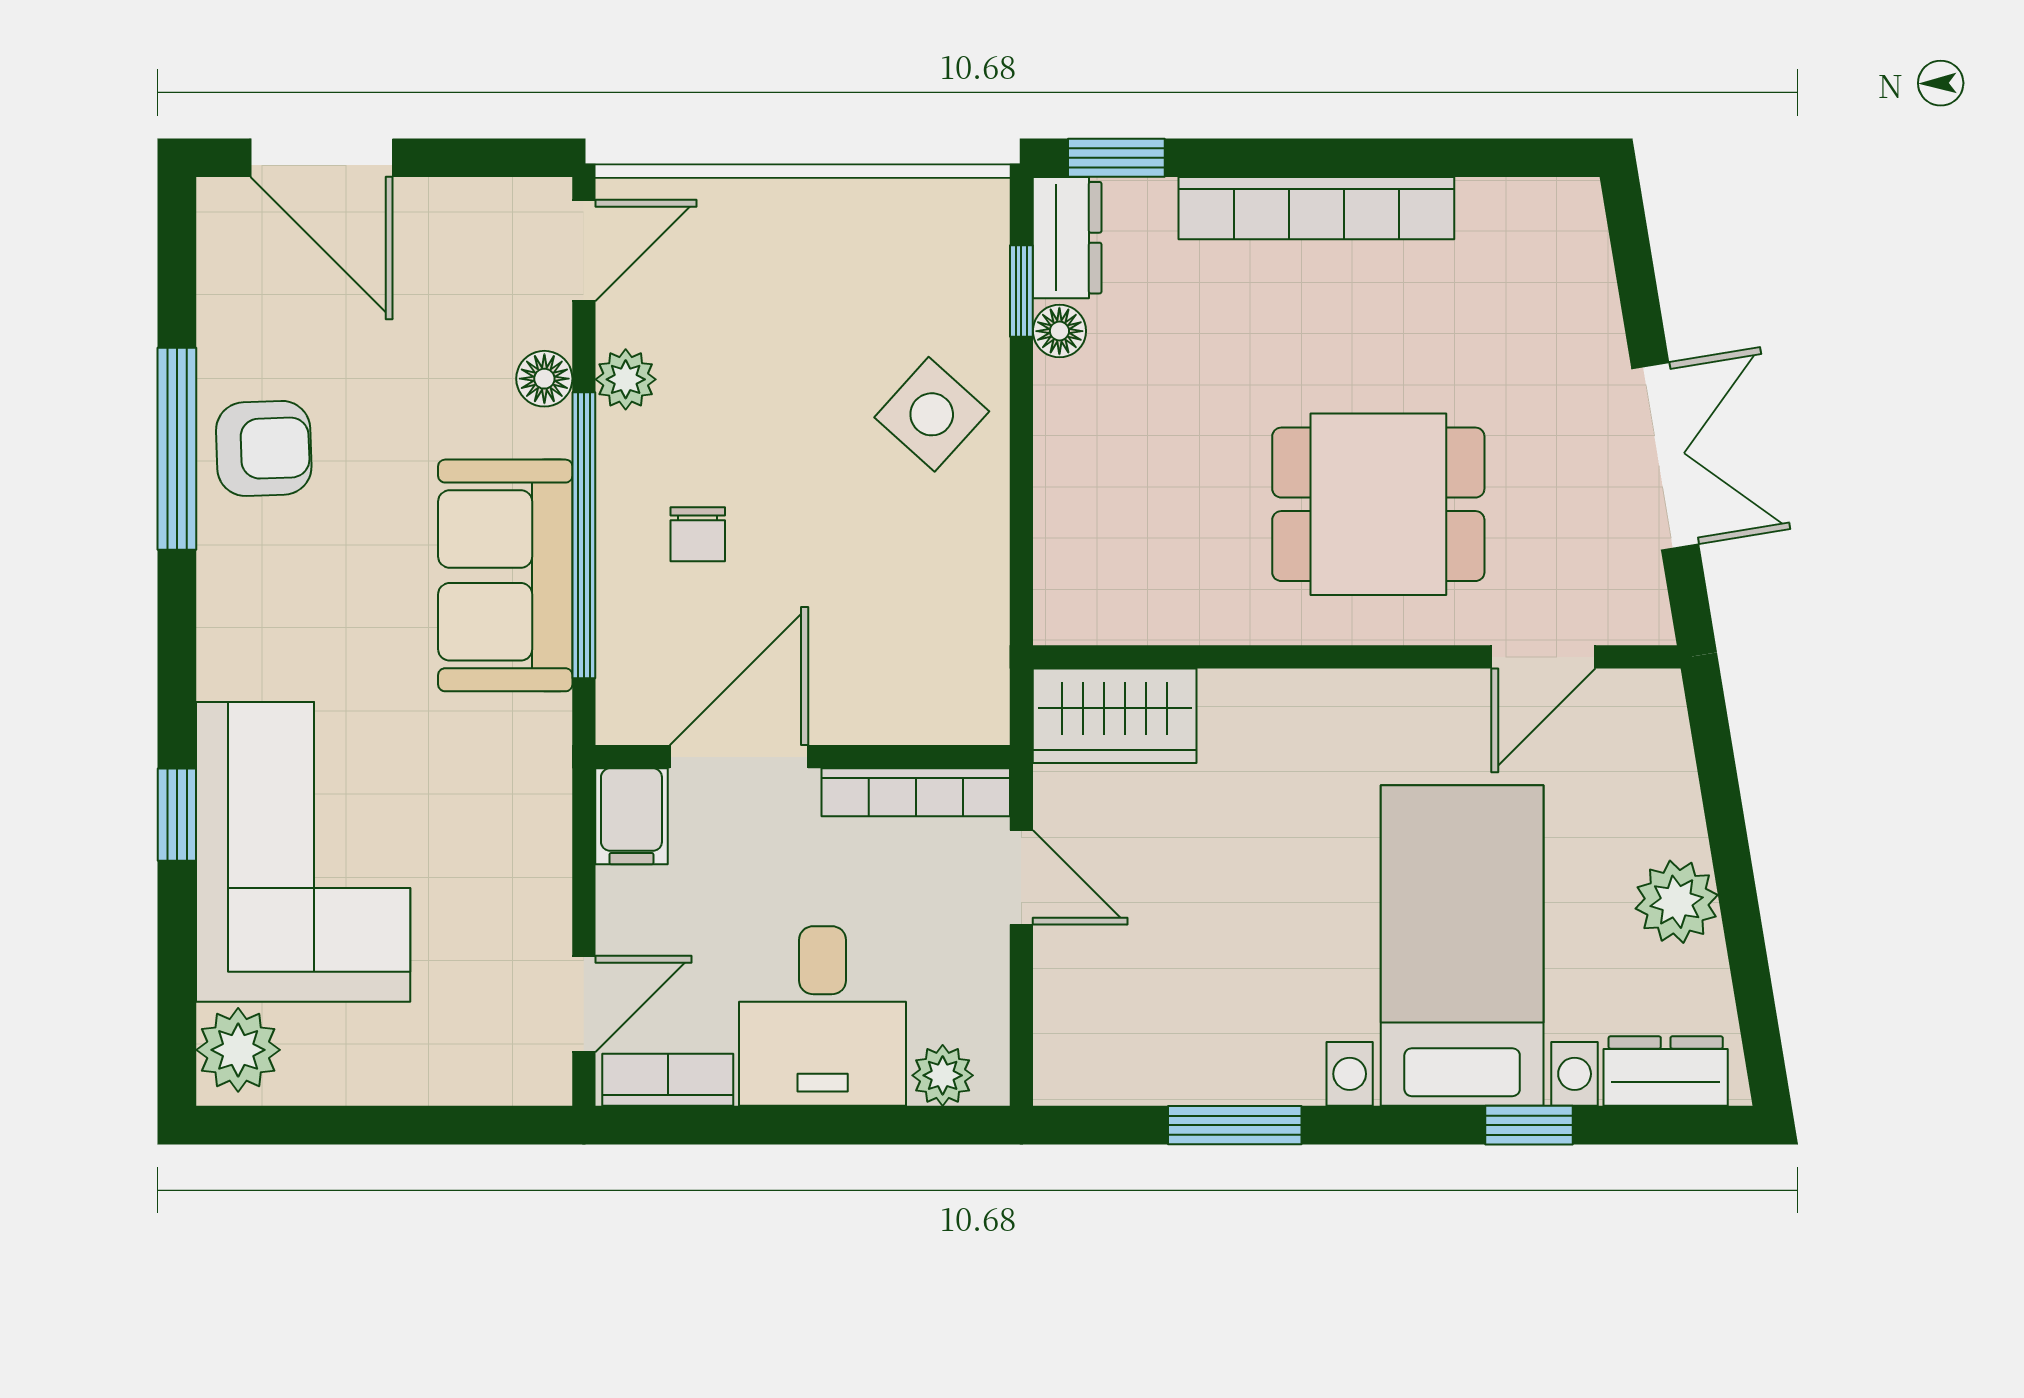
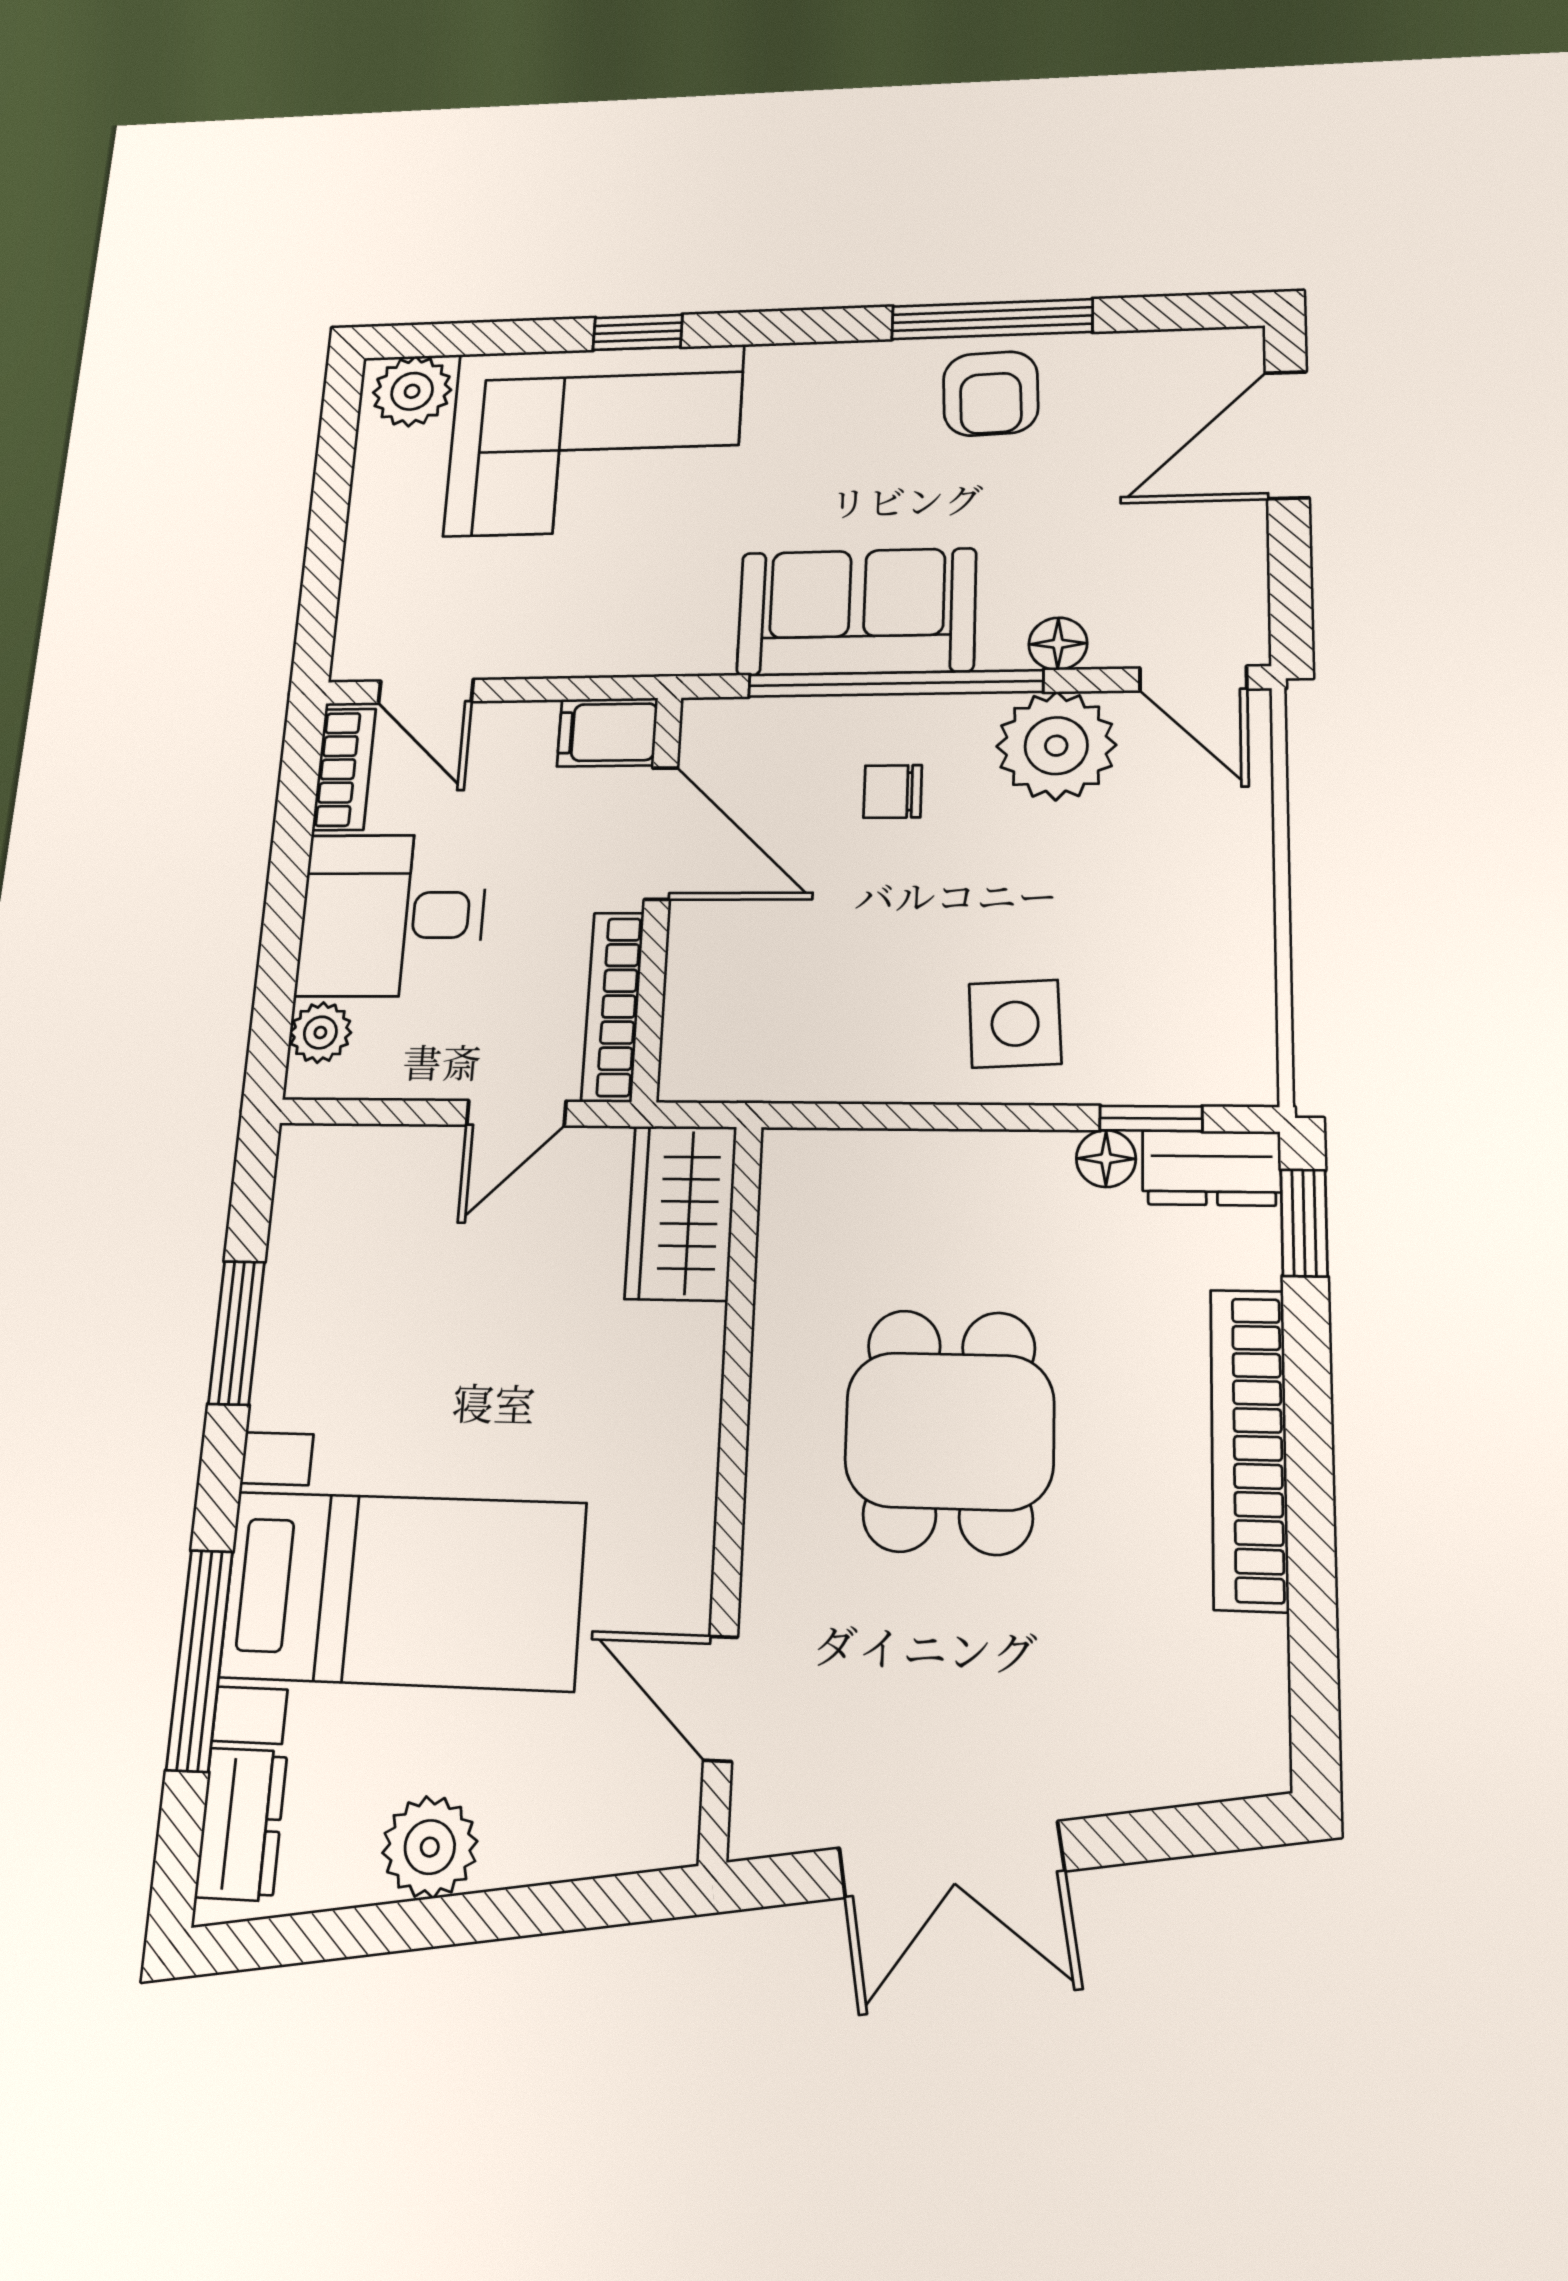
plant: (626, 379) -> (1056, 746), width x1.87, depth x1.87
side table: (932, 414) -> (1015, 1024), turned 45
dining table: (1378, 504) -> (949, 1431), moved
window: (1529, 1125) -> (200, 1660), width x2.17

